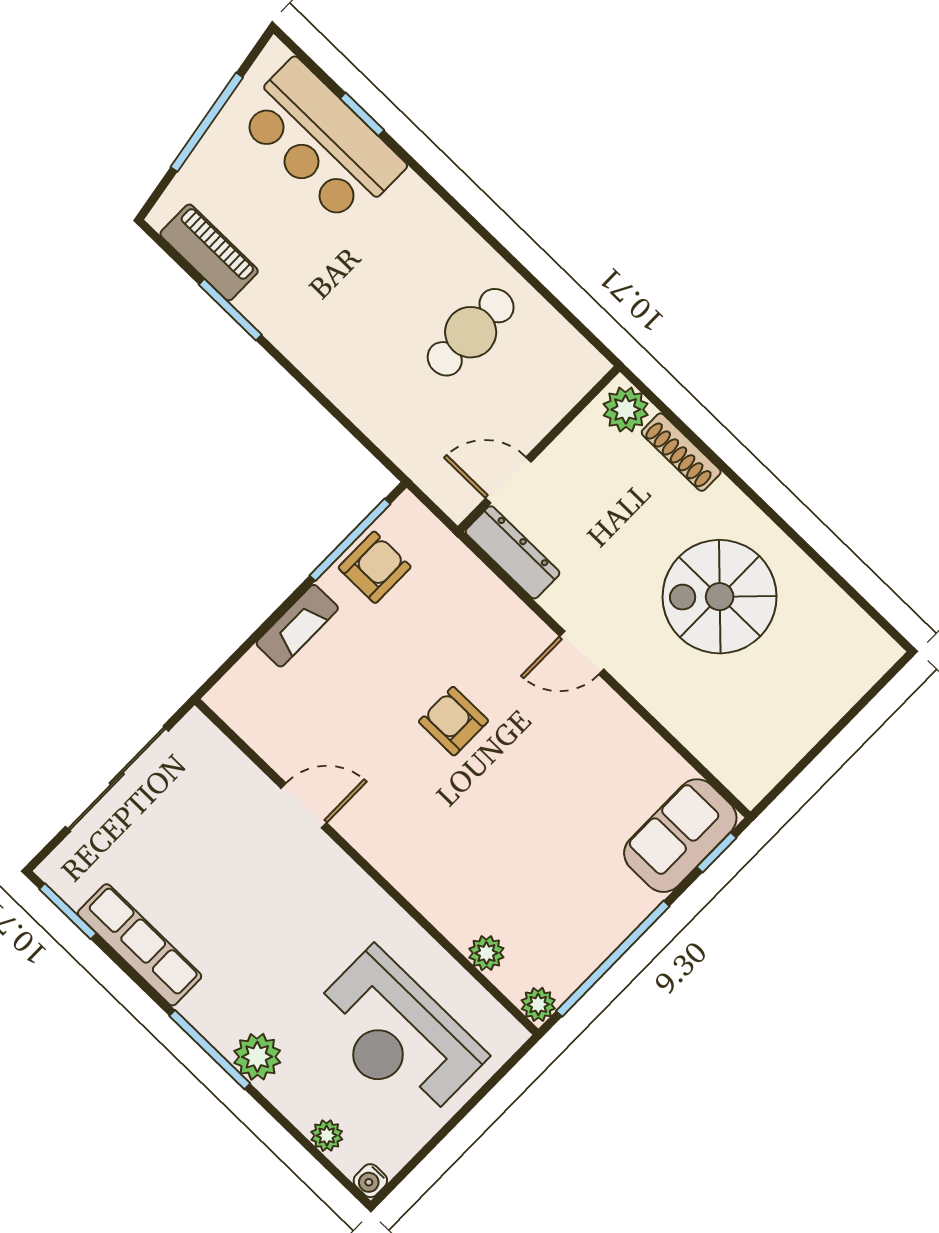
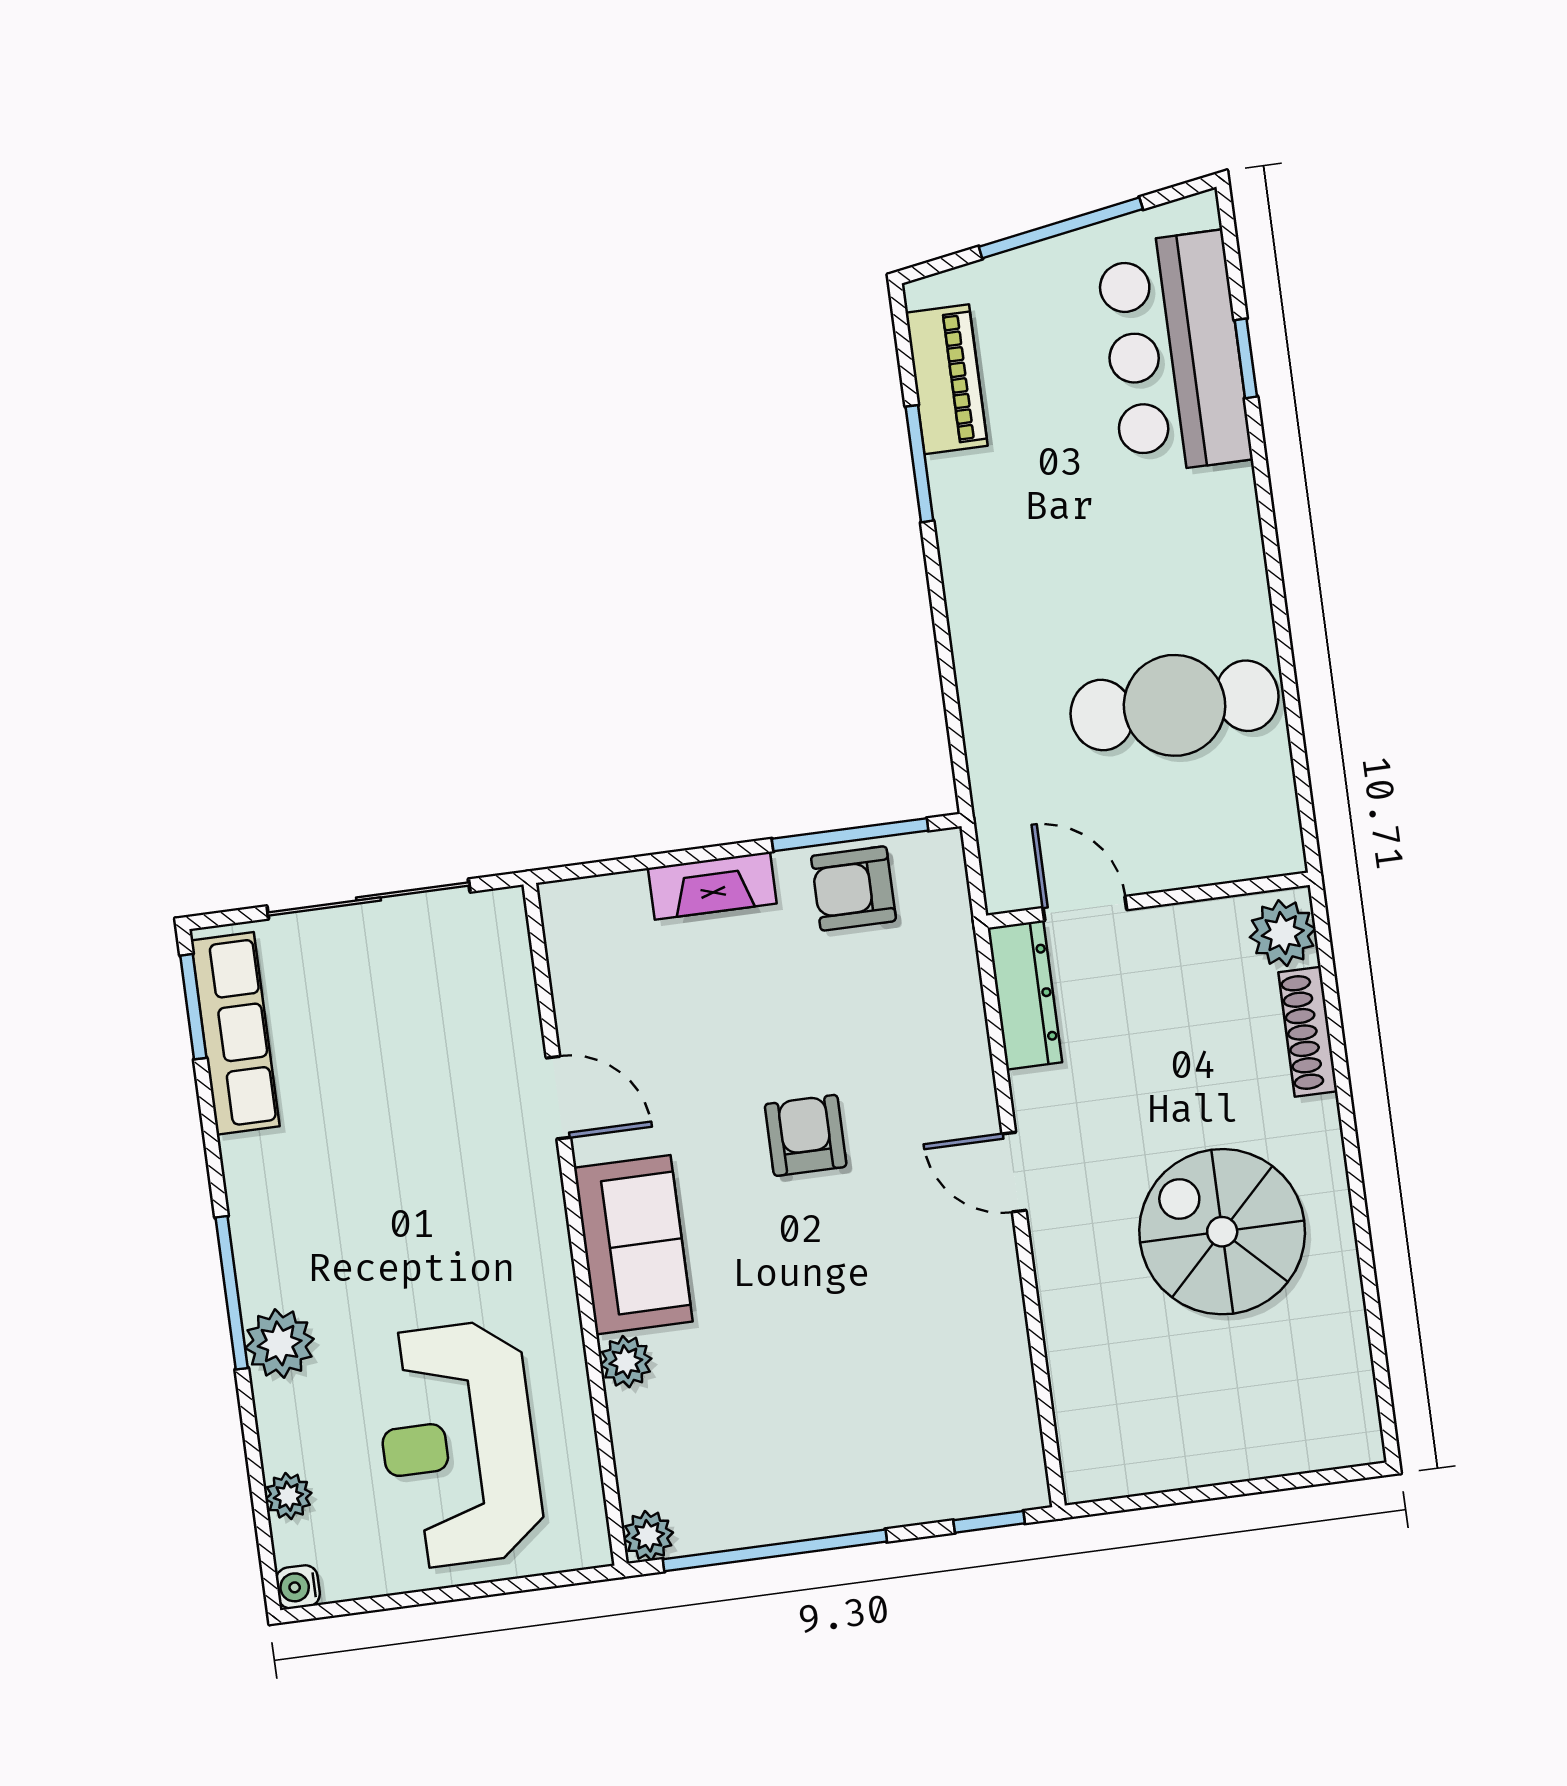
cafe table: (471, 332) -> (1175, 705), width x1.37, depth x1.35
armchair: (375, 567) -> (854, 888), turned 180
sofa: (680, 836) -> (633, 1245), moved, turned 90
row of seats: (140, 945) -> (235, 1033), moved
plant: (486, 953) -> (626, 1362), moved

